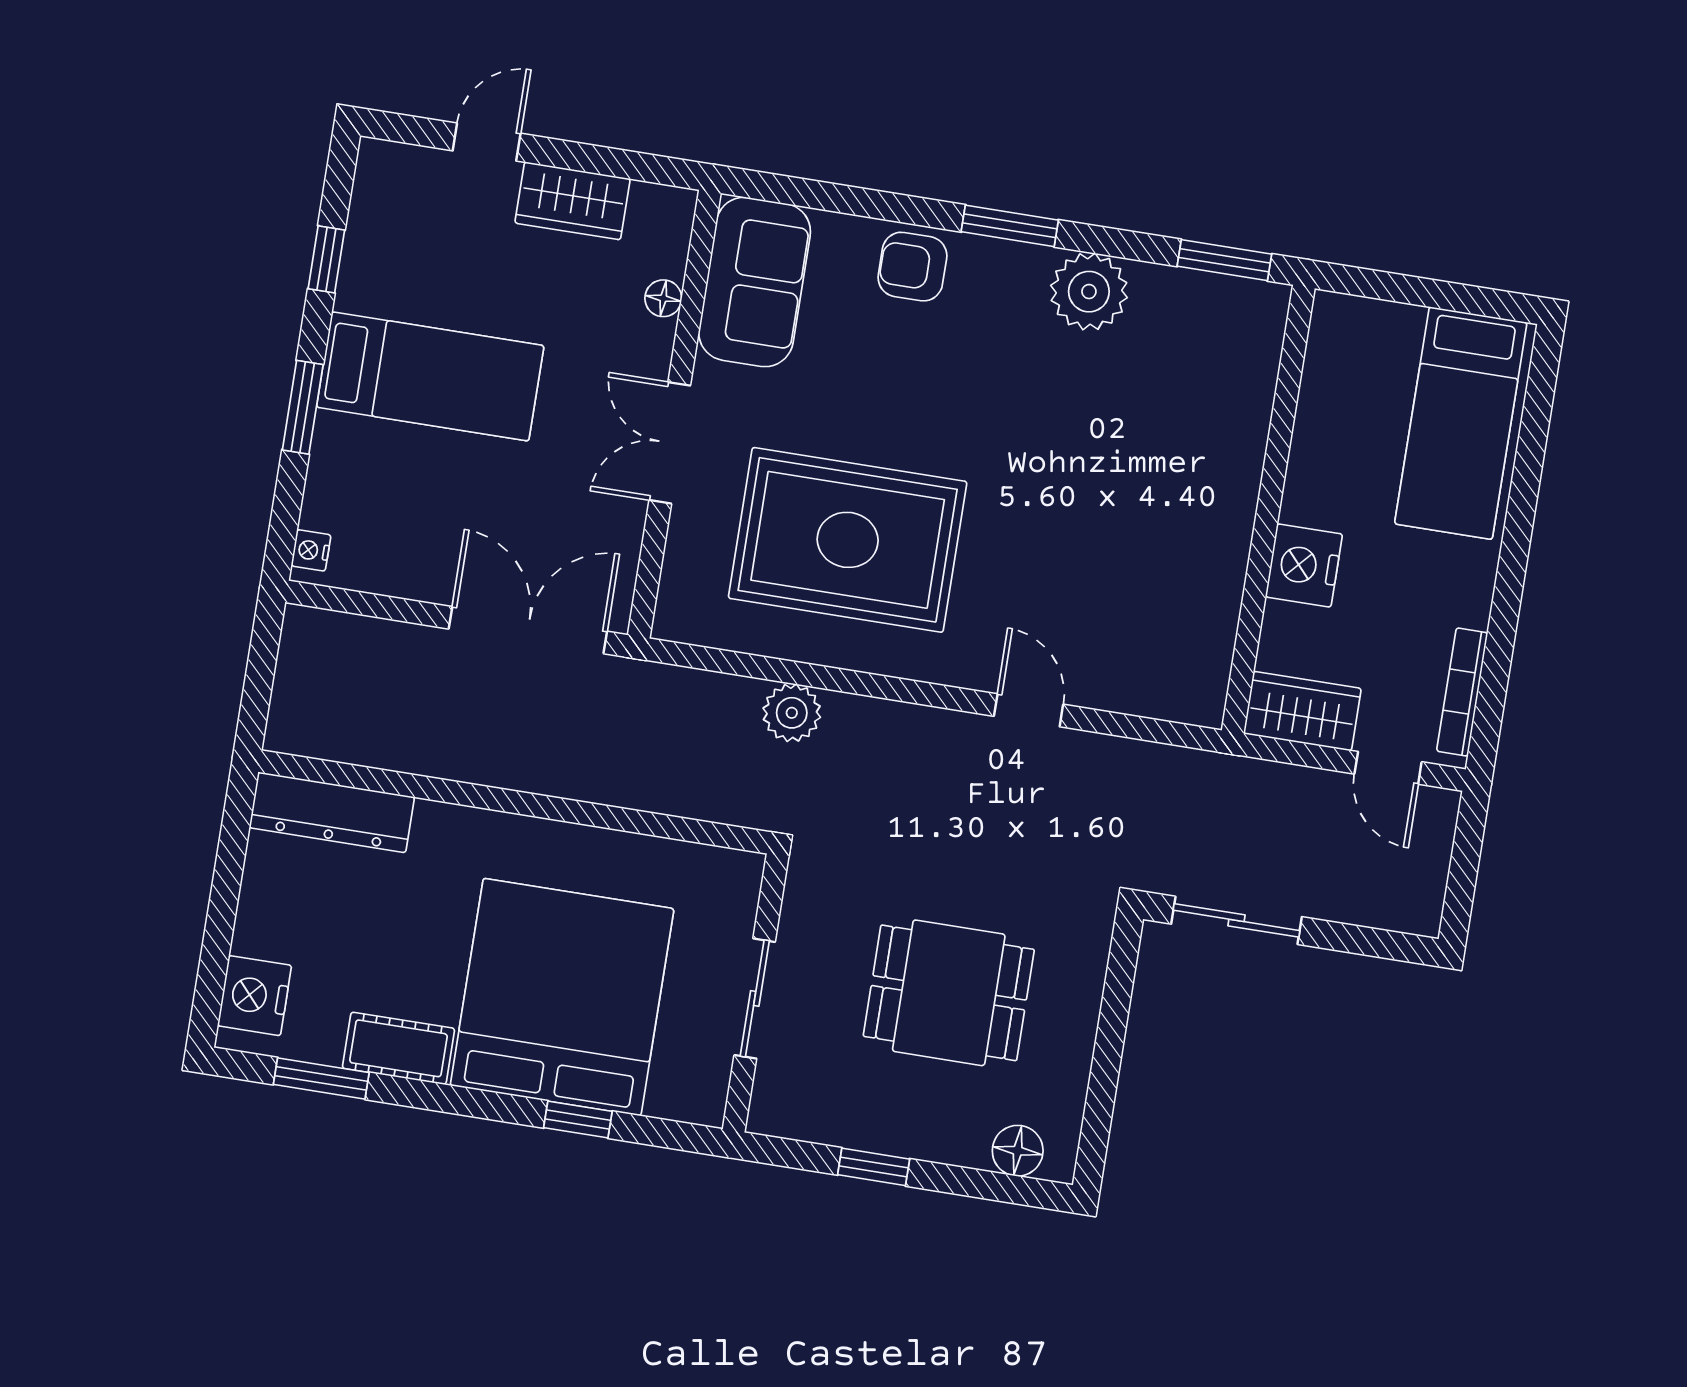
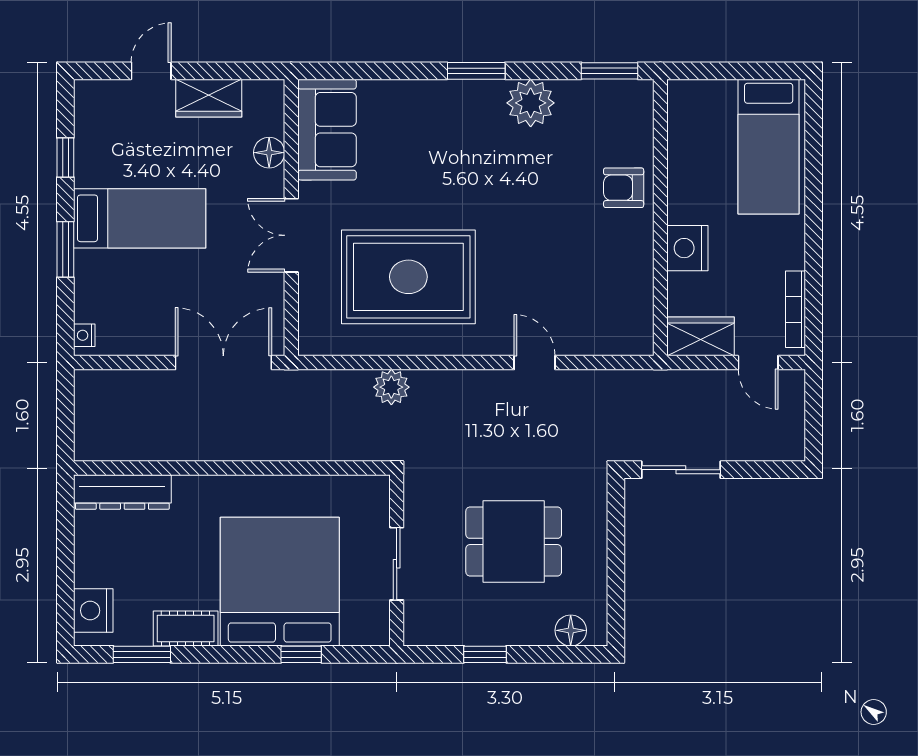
armchair: (912, 267) -> (624, 188), moved
floor lamp: (663, 298) -> (269, 153), width x1.37, depth x1.37

